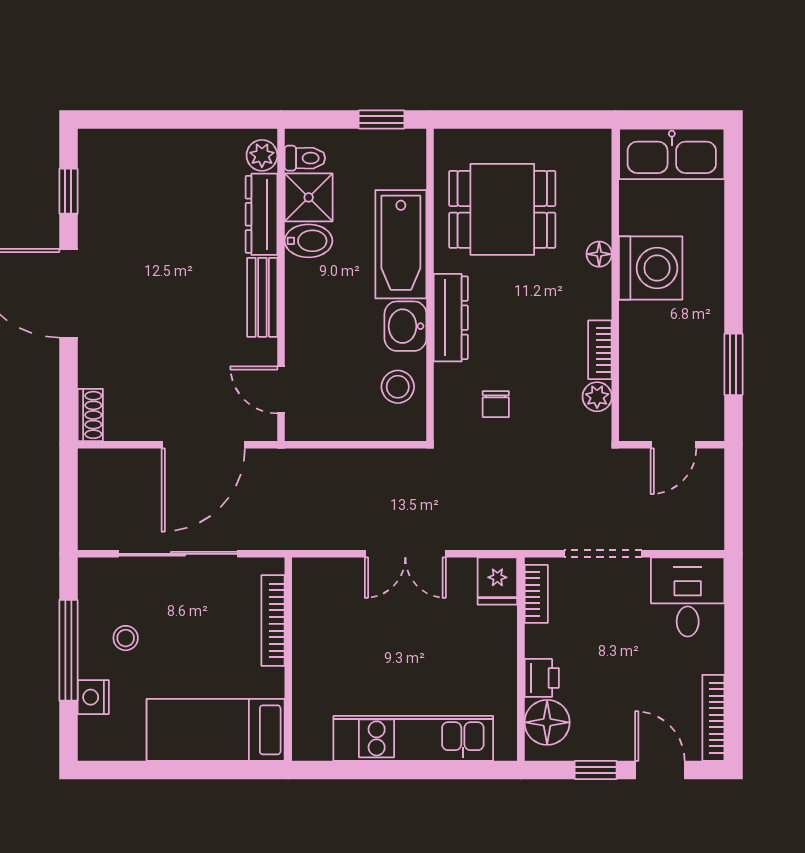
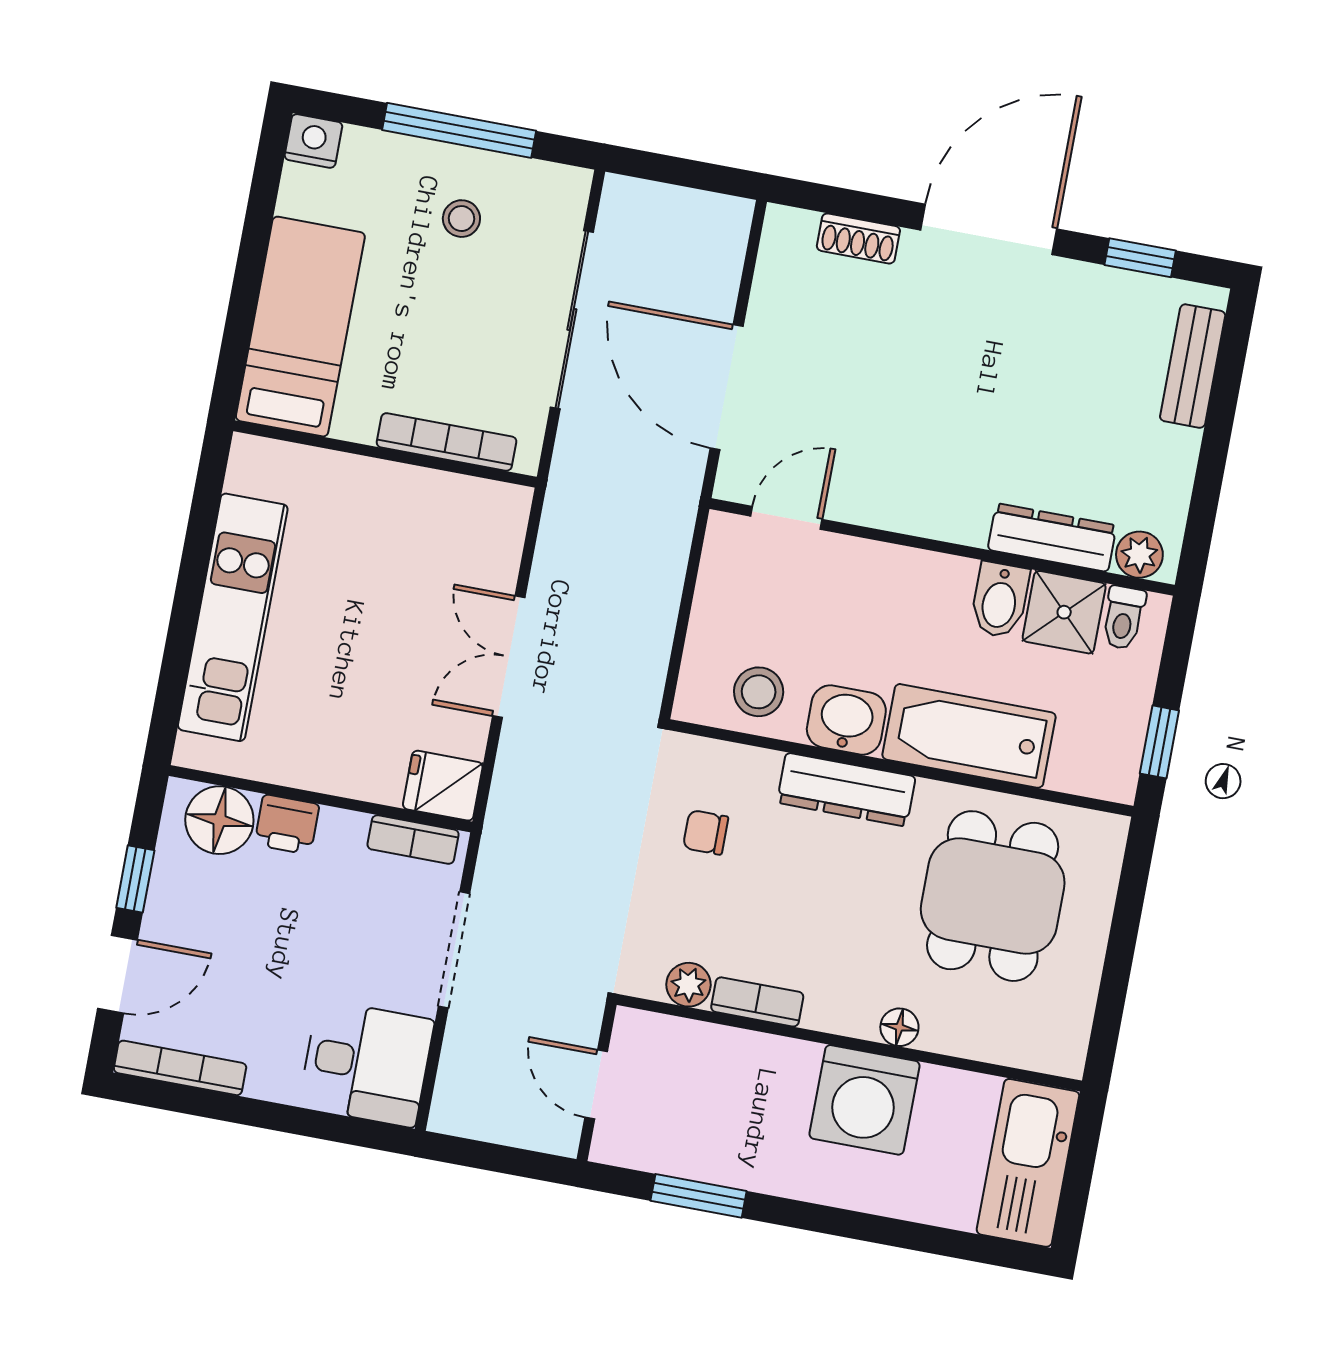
bench: (262, 297) -> (1193, 366), moved, turned 90
shoe rack: (90, 415) -> (858, 238), moved
nightstand: (93, 697) -> (313, 141), moved

